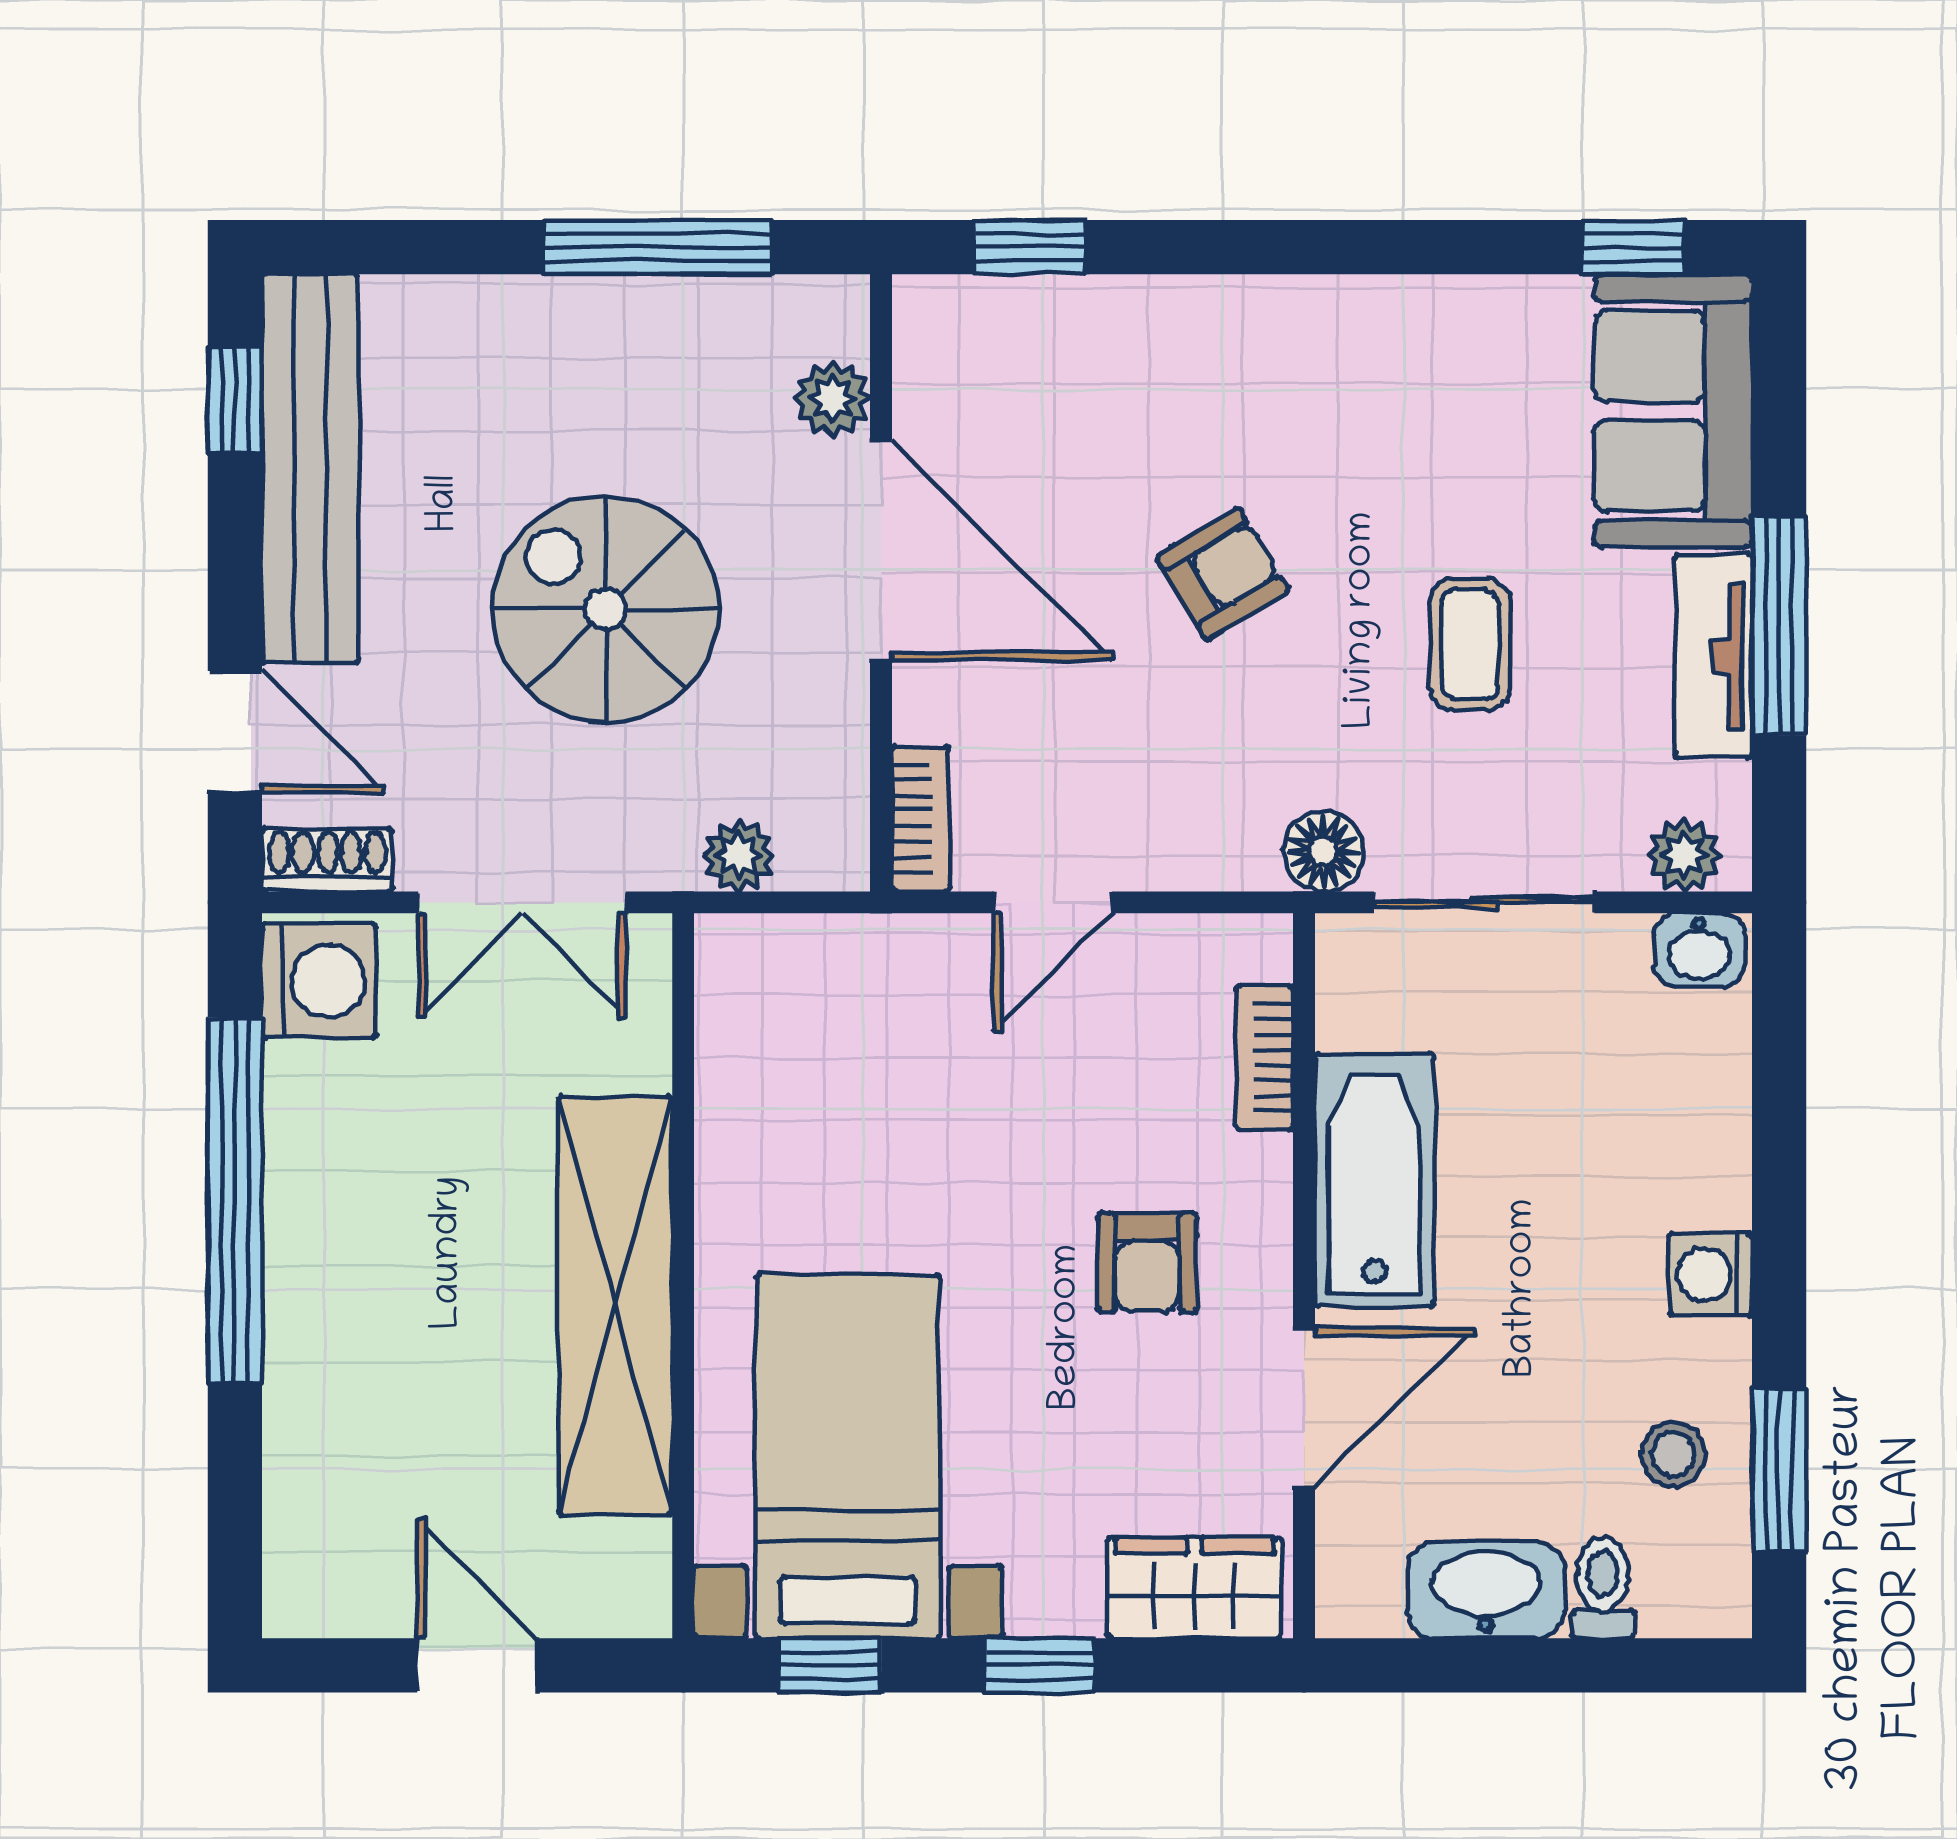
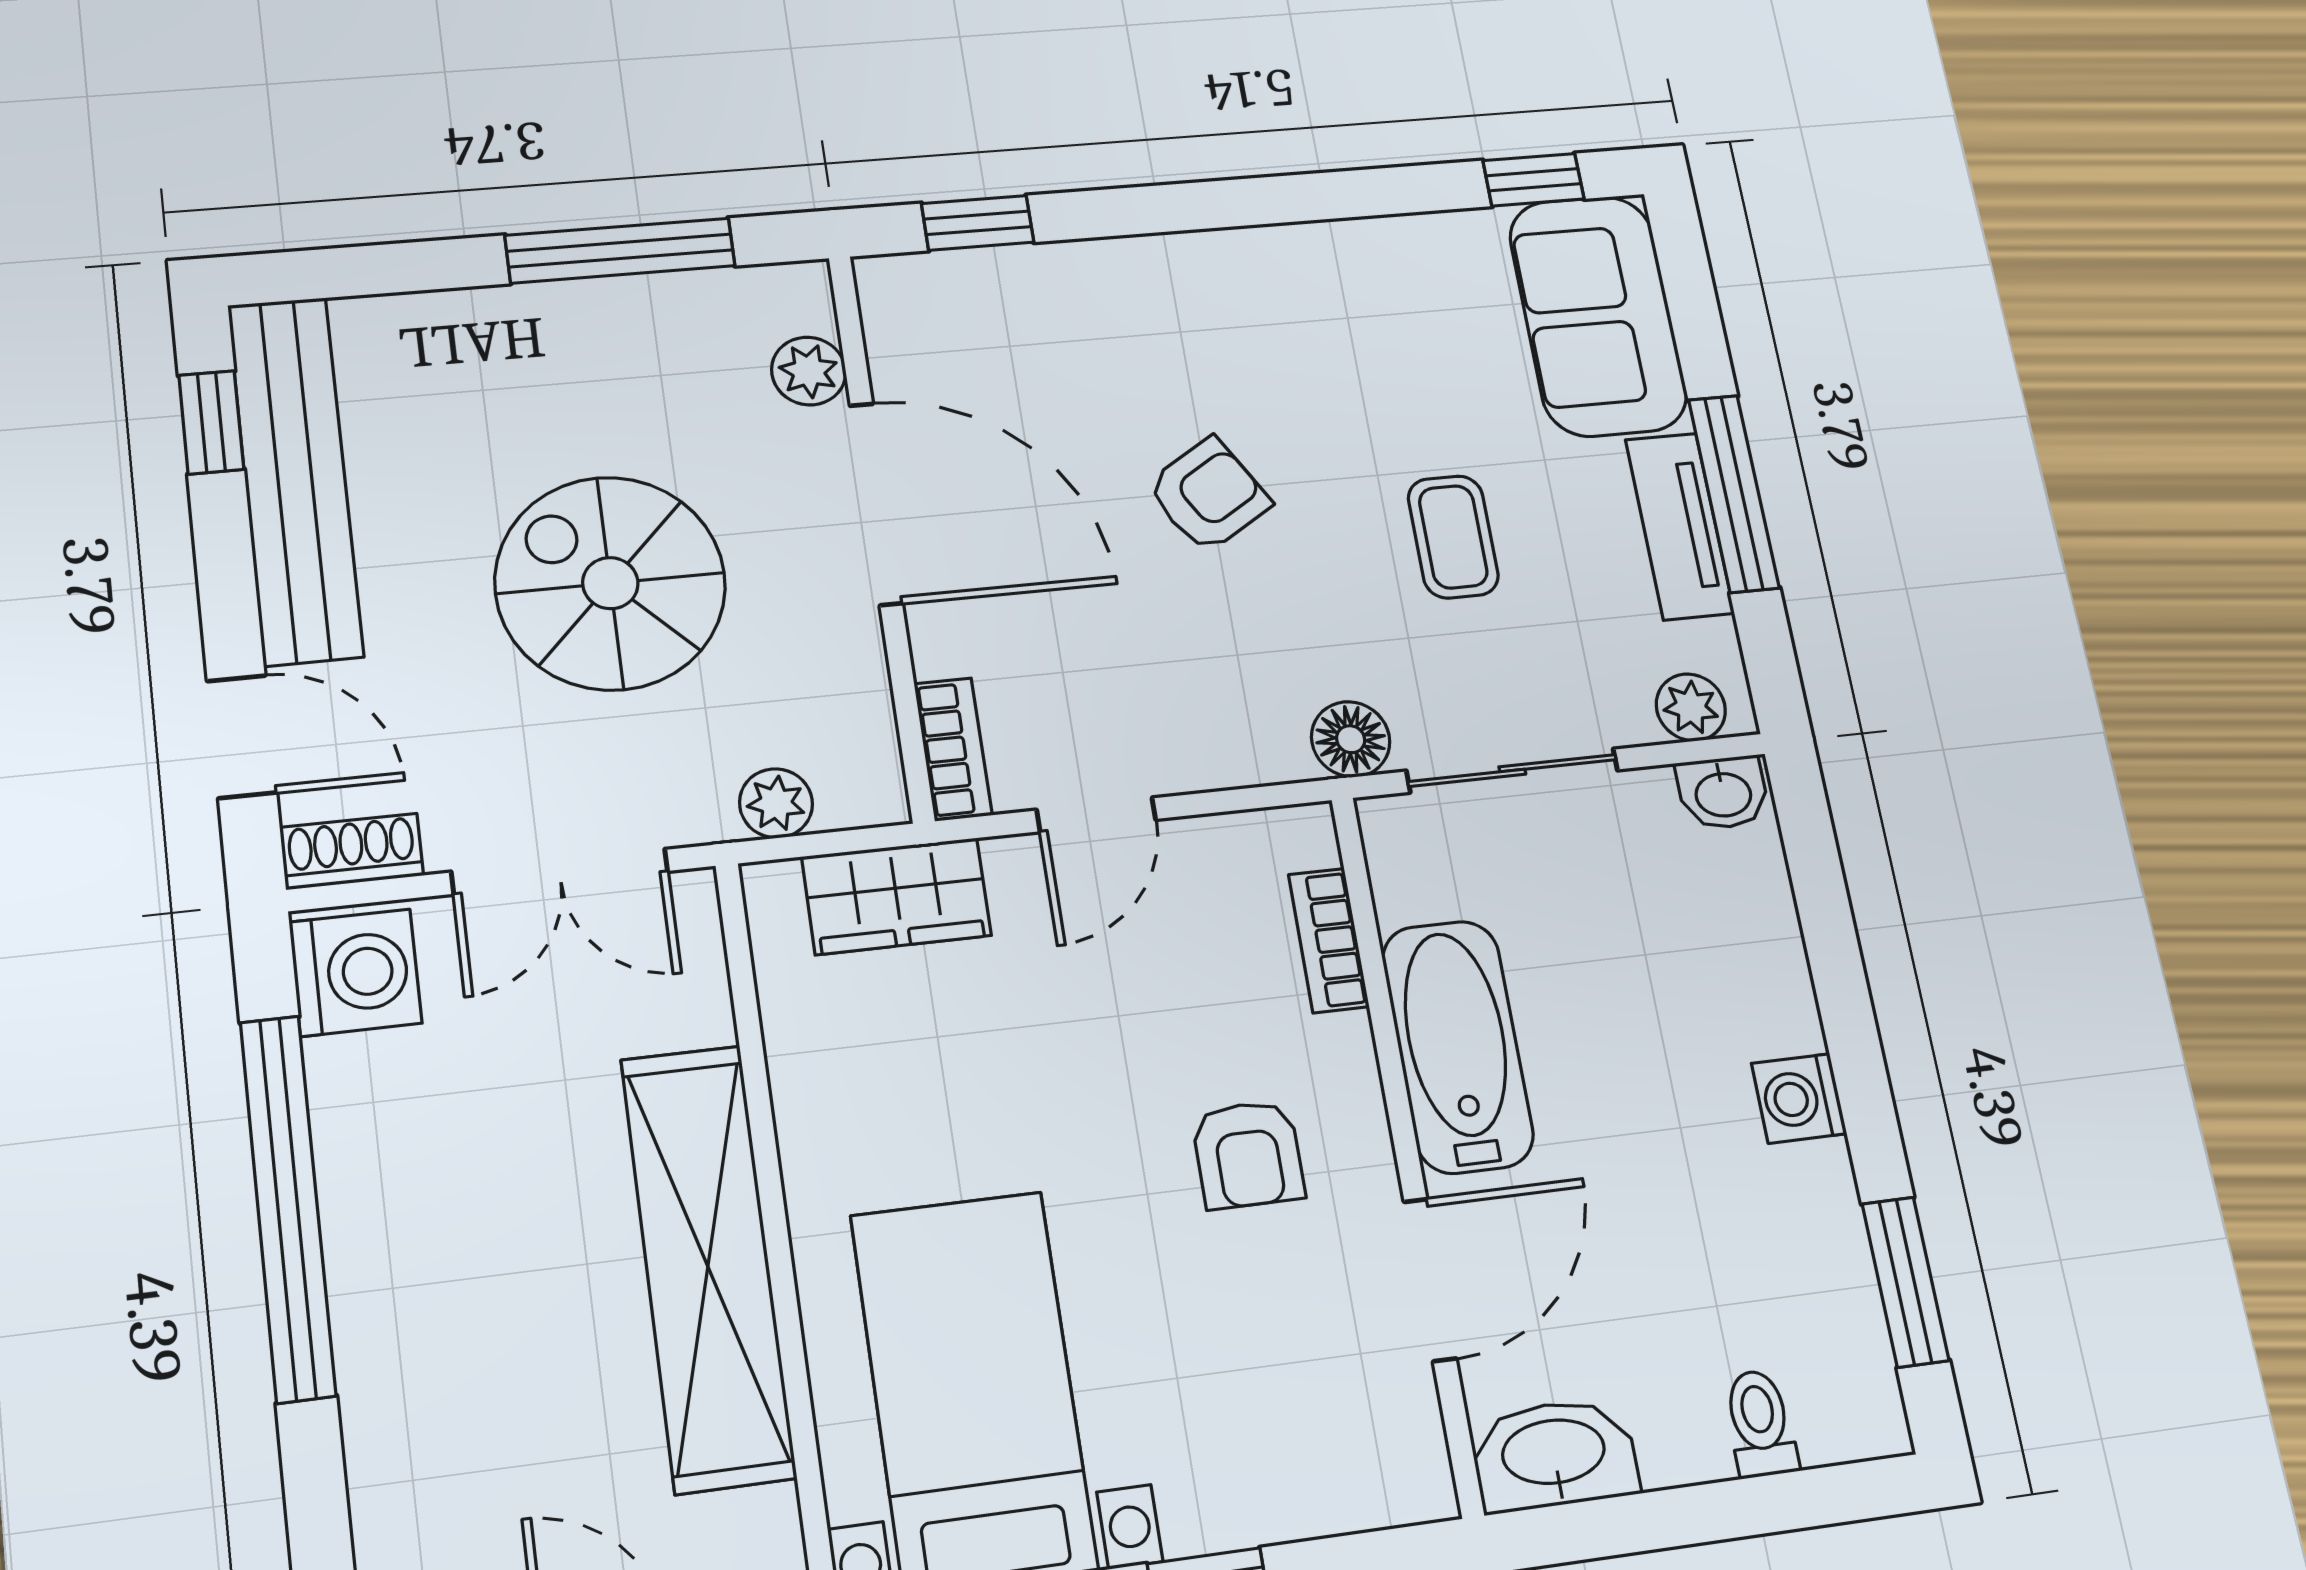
stool: (1673, 1454) -> (1800, 1279), removed
wardrobe: (1194, 1588) -> (896, 896), moved, turned 180
washbasin: (1486, 1590) -> (1554, 1455), moved

